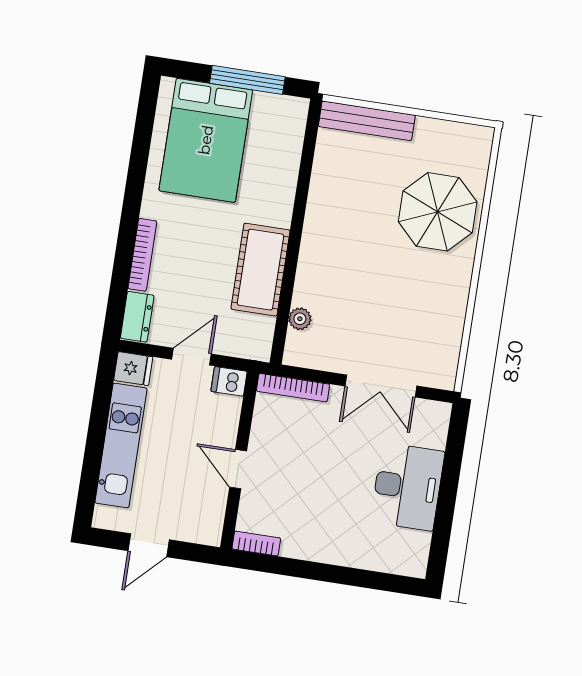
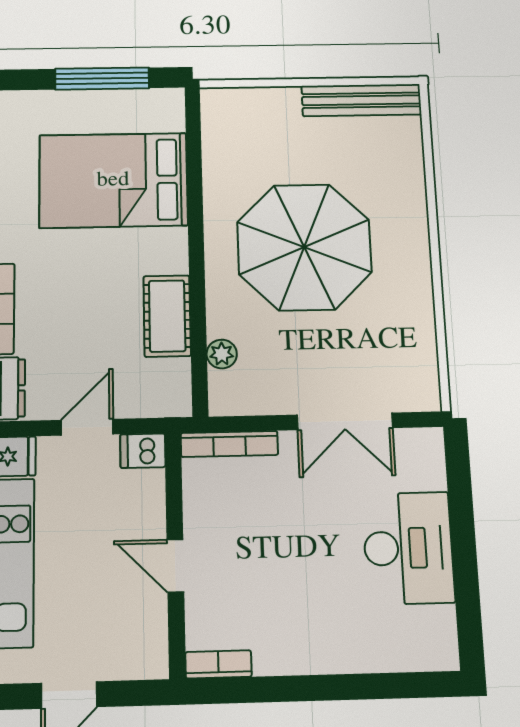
bench: (367, 121) -> (361, 100), moved
bed: (206, 140) -> (113, 180), moved, turned 90
parasol: (438, 212) -> (304, 247), moved, width x1.36, depth x1.36
cot: (260, 270) -> (167, 316), width x0.73, depth x0.75

